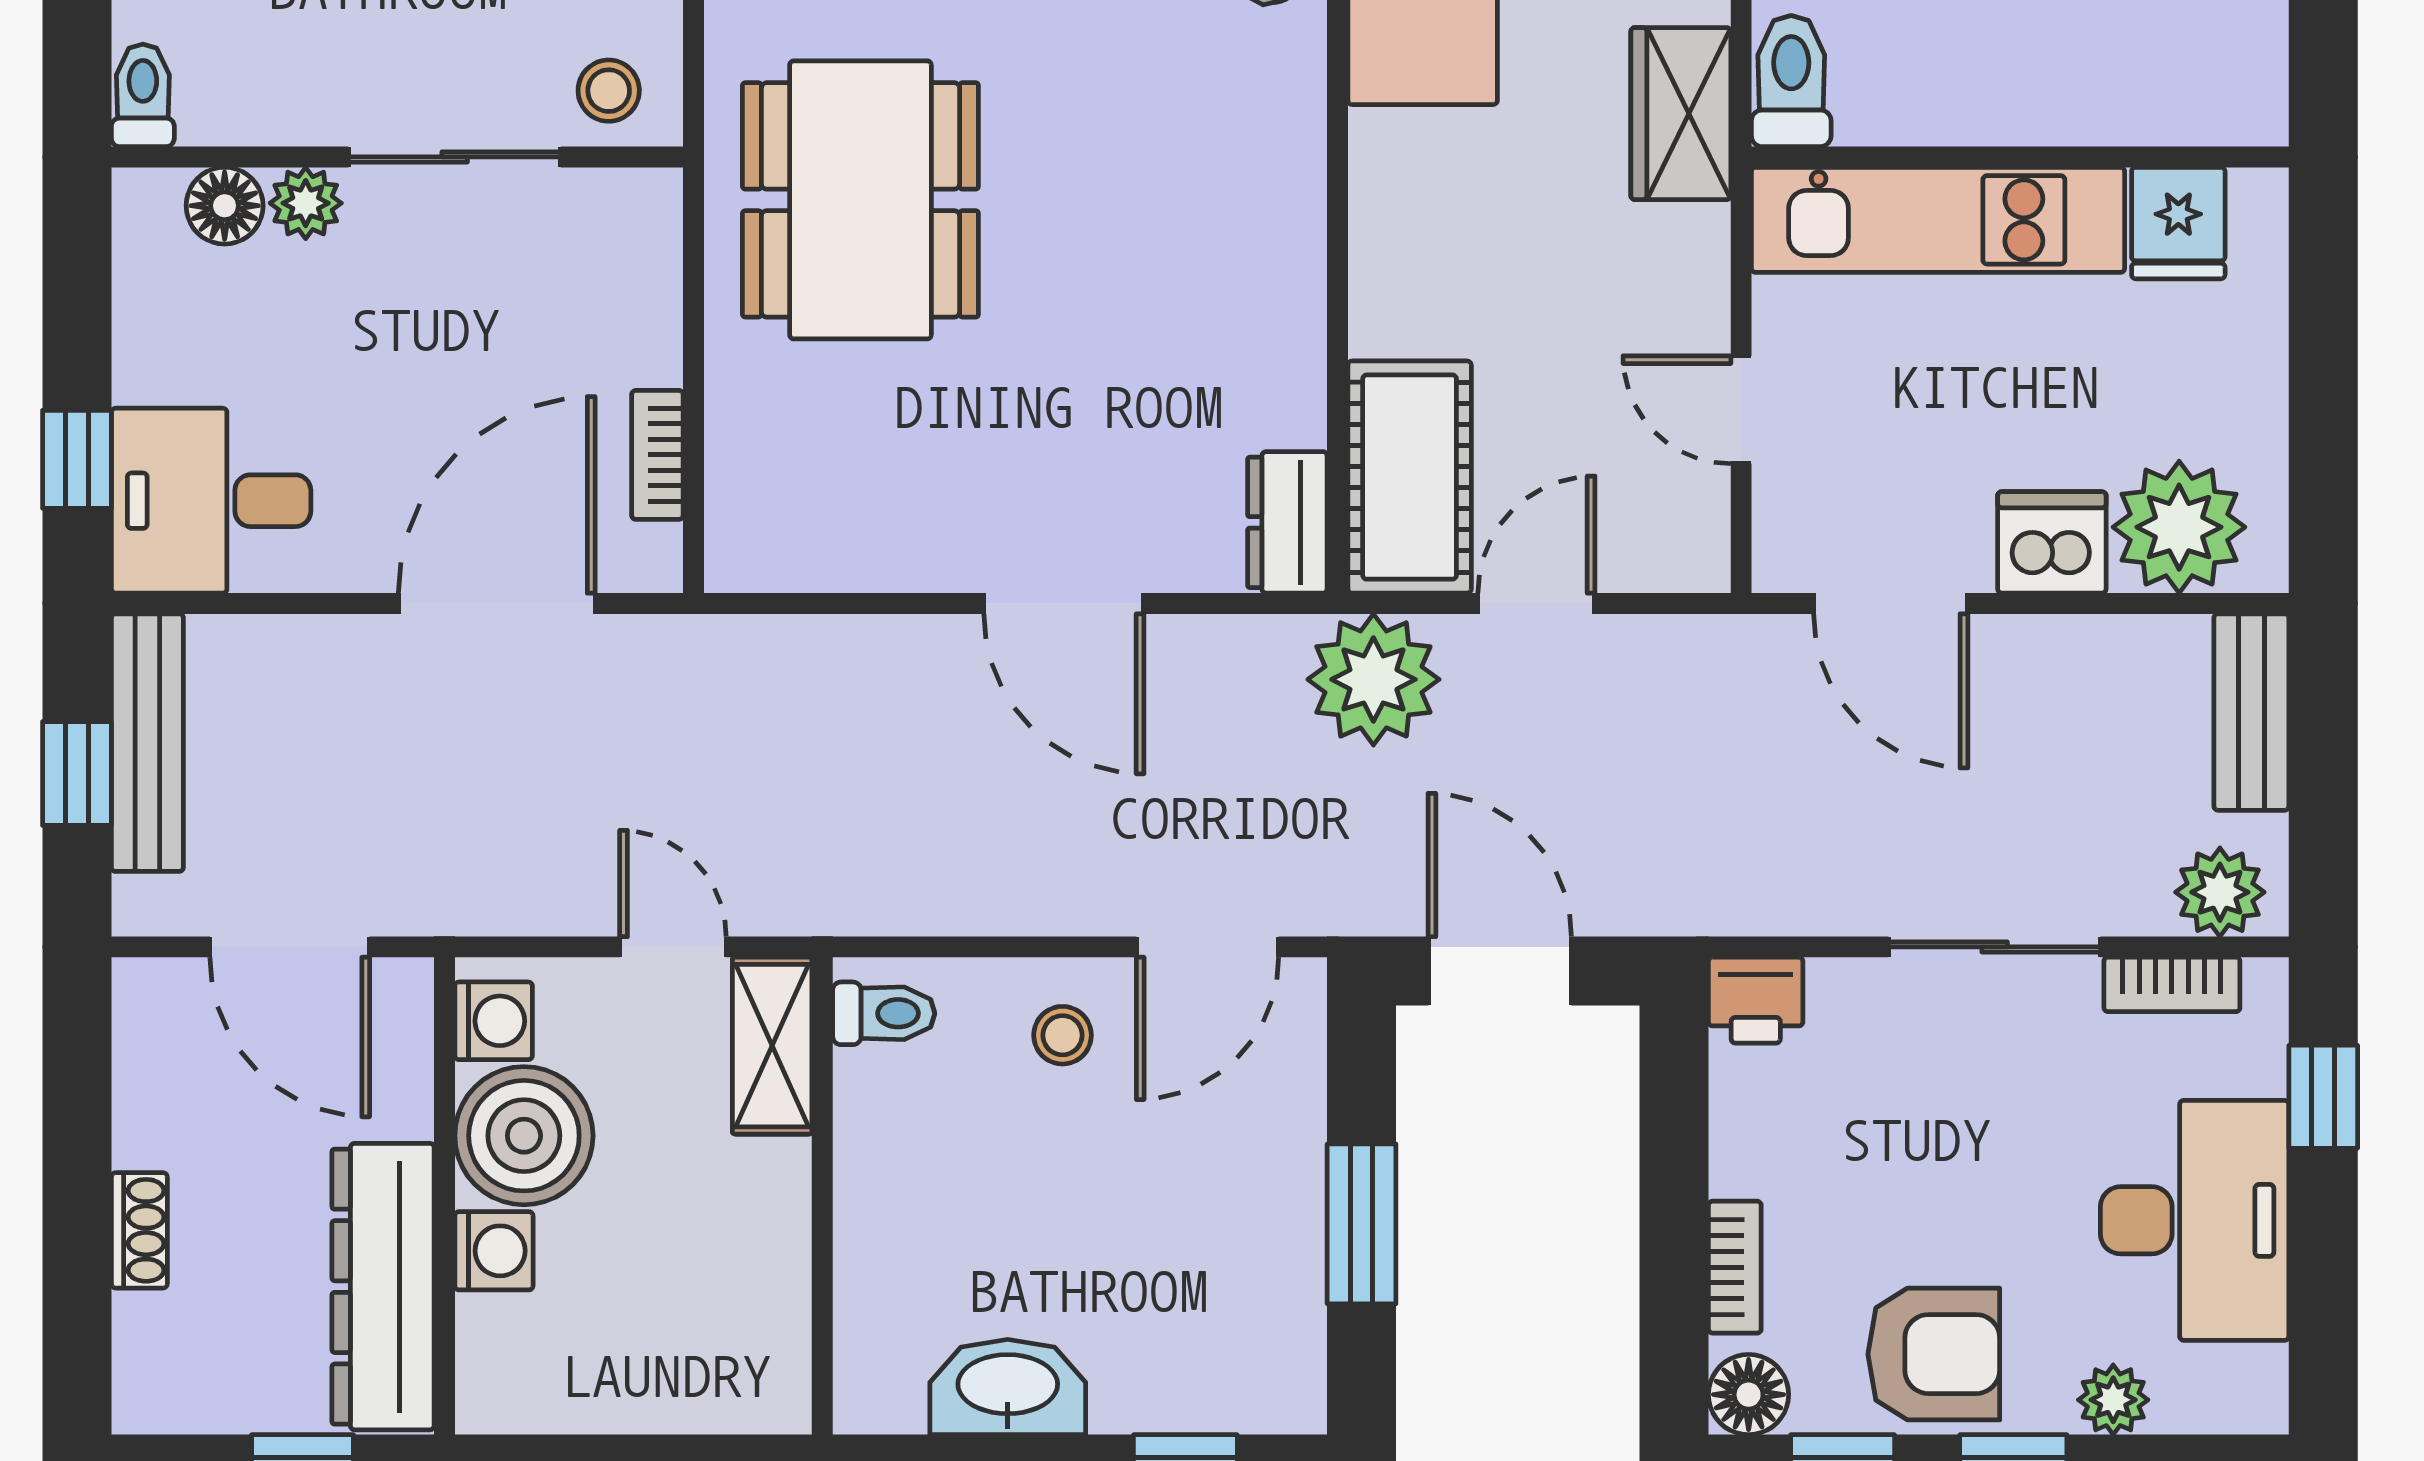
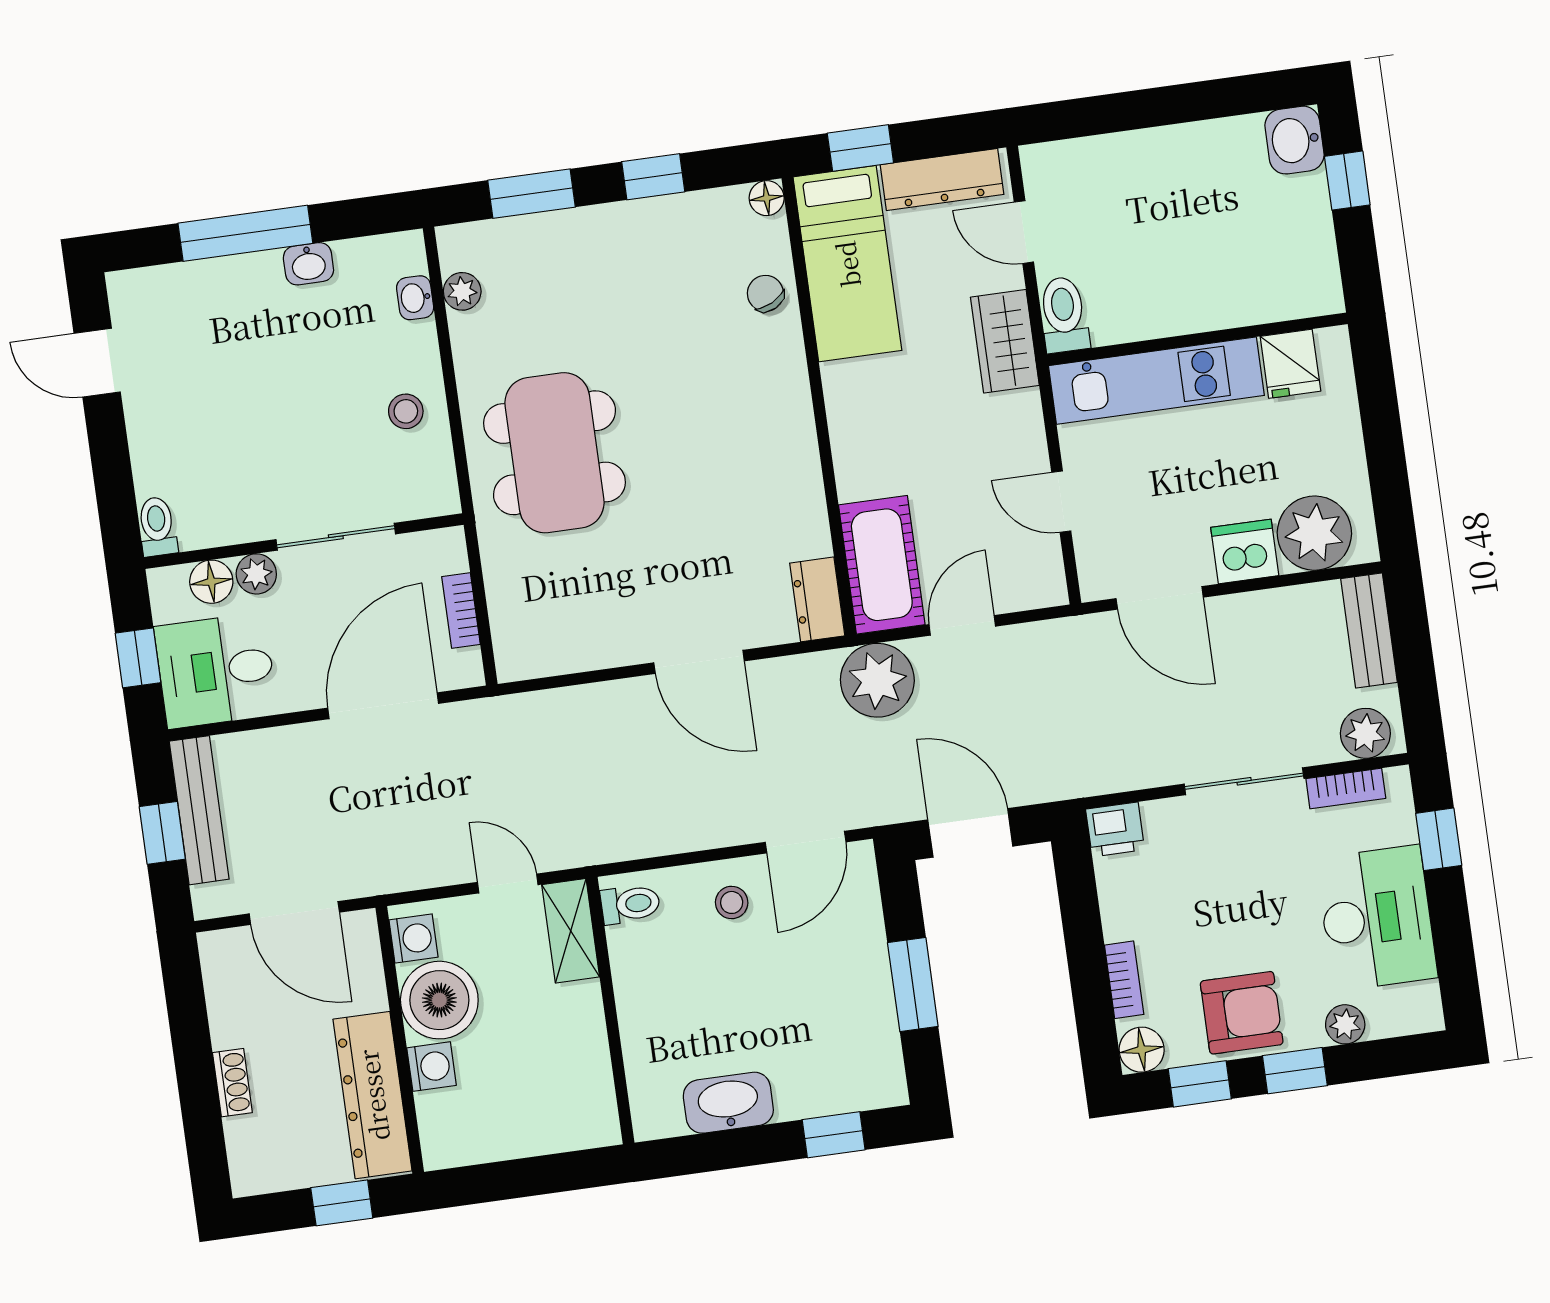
toilet: (143, 95) -> (157, 527), moved
wall: (397, 157) -> (304, 541), moved
sliding door: (455, 157) -> (336, 537), moved
plant: (306, 203) -> (256, 574), moved
floor lamp: (225, 206) -> (211, 582), moved

